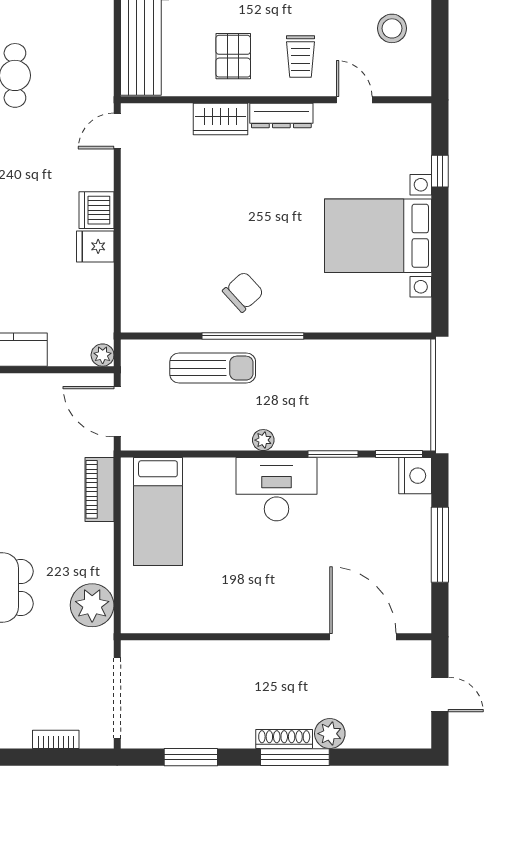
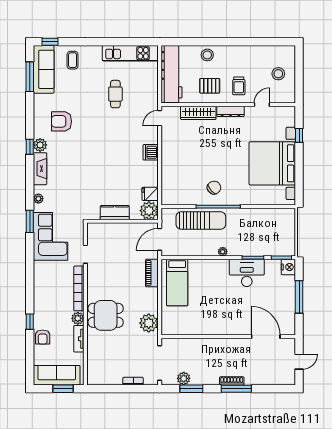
pallet: (233, 56) -> (210, 86), turned 90
door: (354, 100) -> (262, 105), hinge flipped
wardrobe: (220, 119) -> (198, 113), width x1.50
bed with nightstands: (378, 236) -> (272, 163), width x1.36
fridge: (95, 246) -> (150, 194), moved
plant: (103, 355) -> (149, 211), width x1.88, depth x1.88
sun lounger: (213, 368) -> (201, 221), width x1.36, depth x1.34
door: (117, 412) -> (160, 239), hinge flipped
desk: (277, 489) -> (247, 273), moved
door: (440, 694) -> (299, 362), hinge flipped
plant: (330, 734) -> (184, 378), moved

